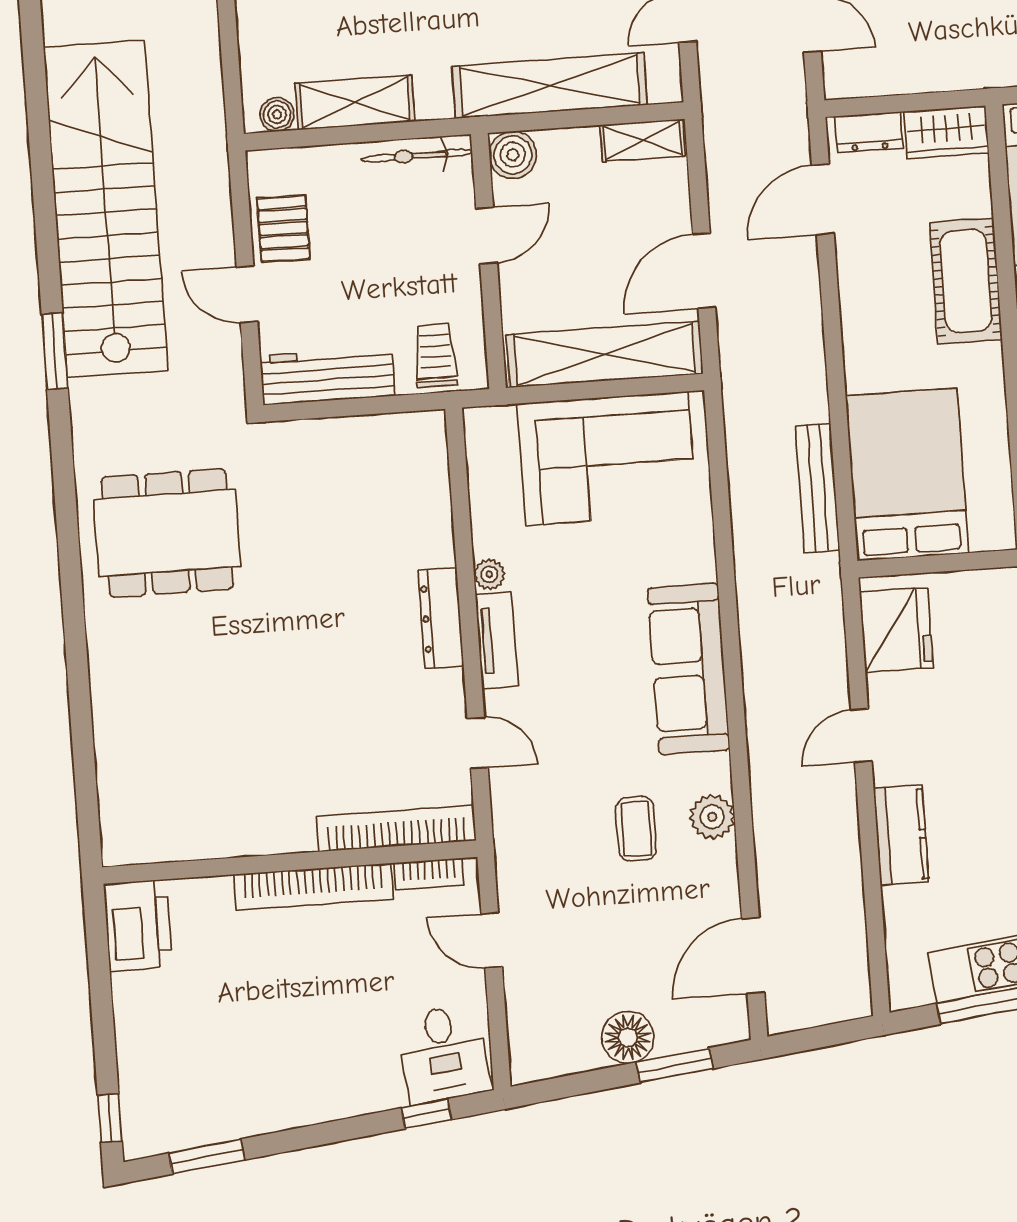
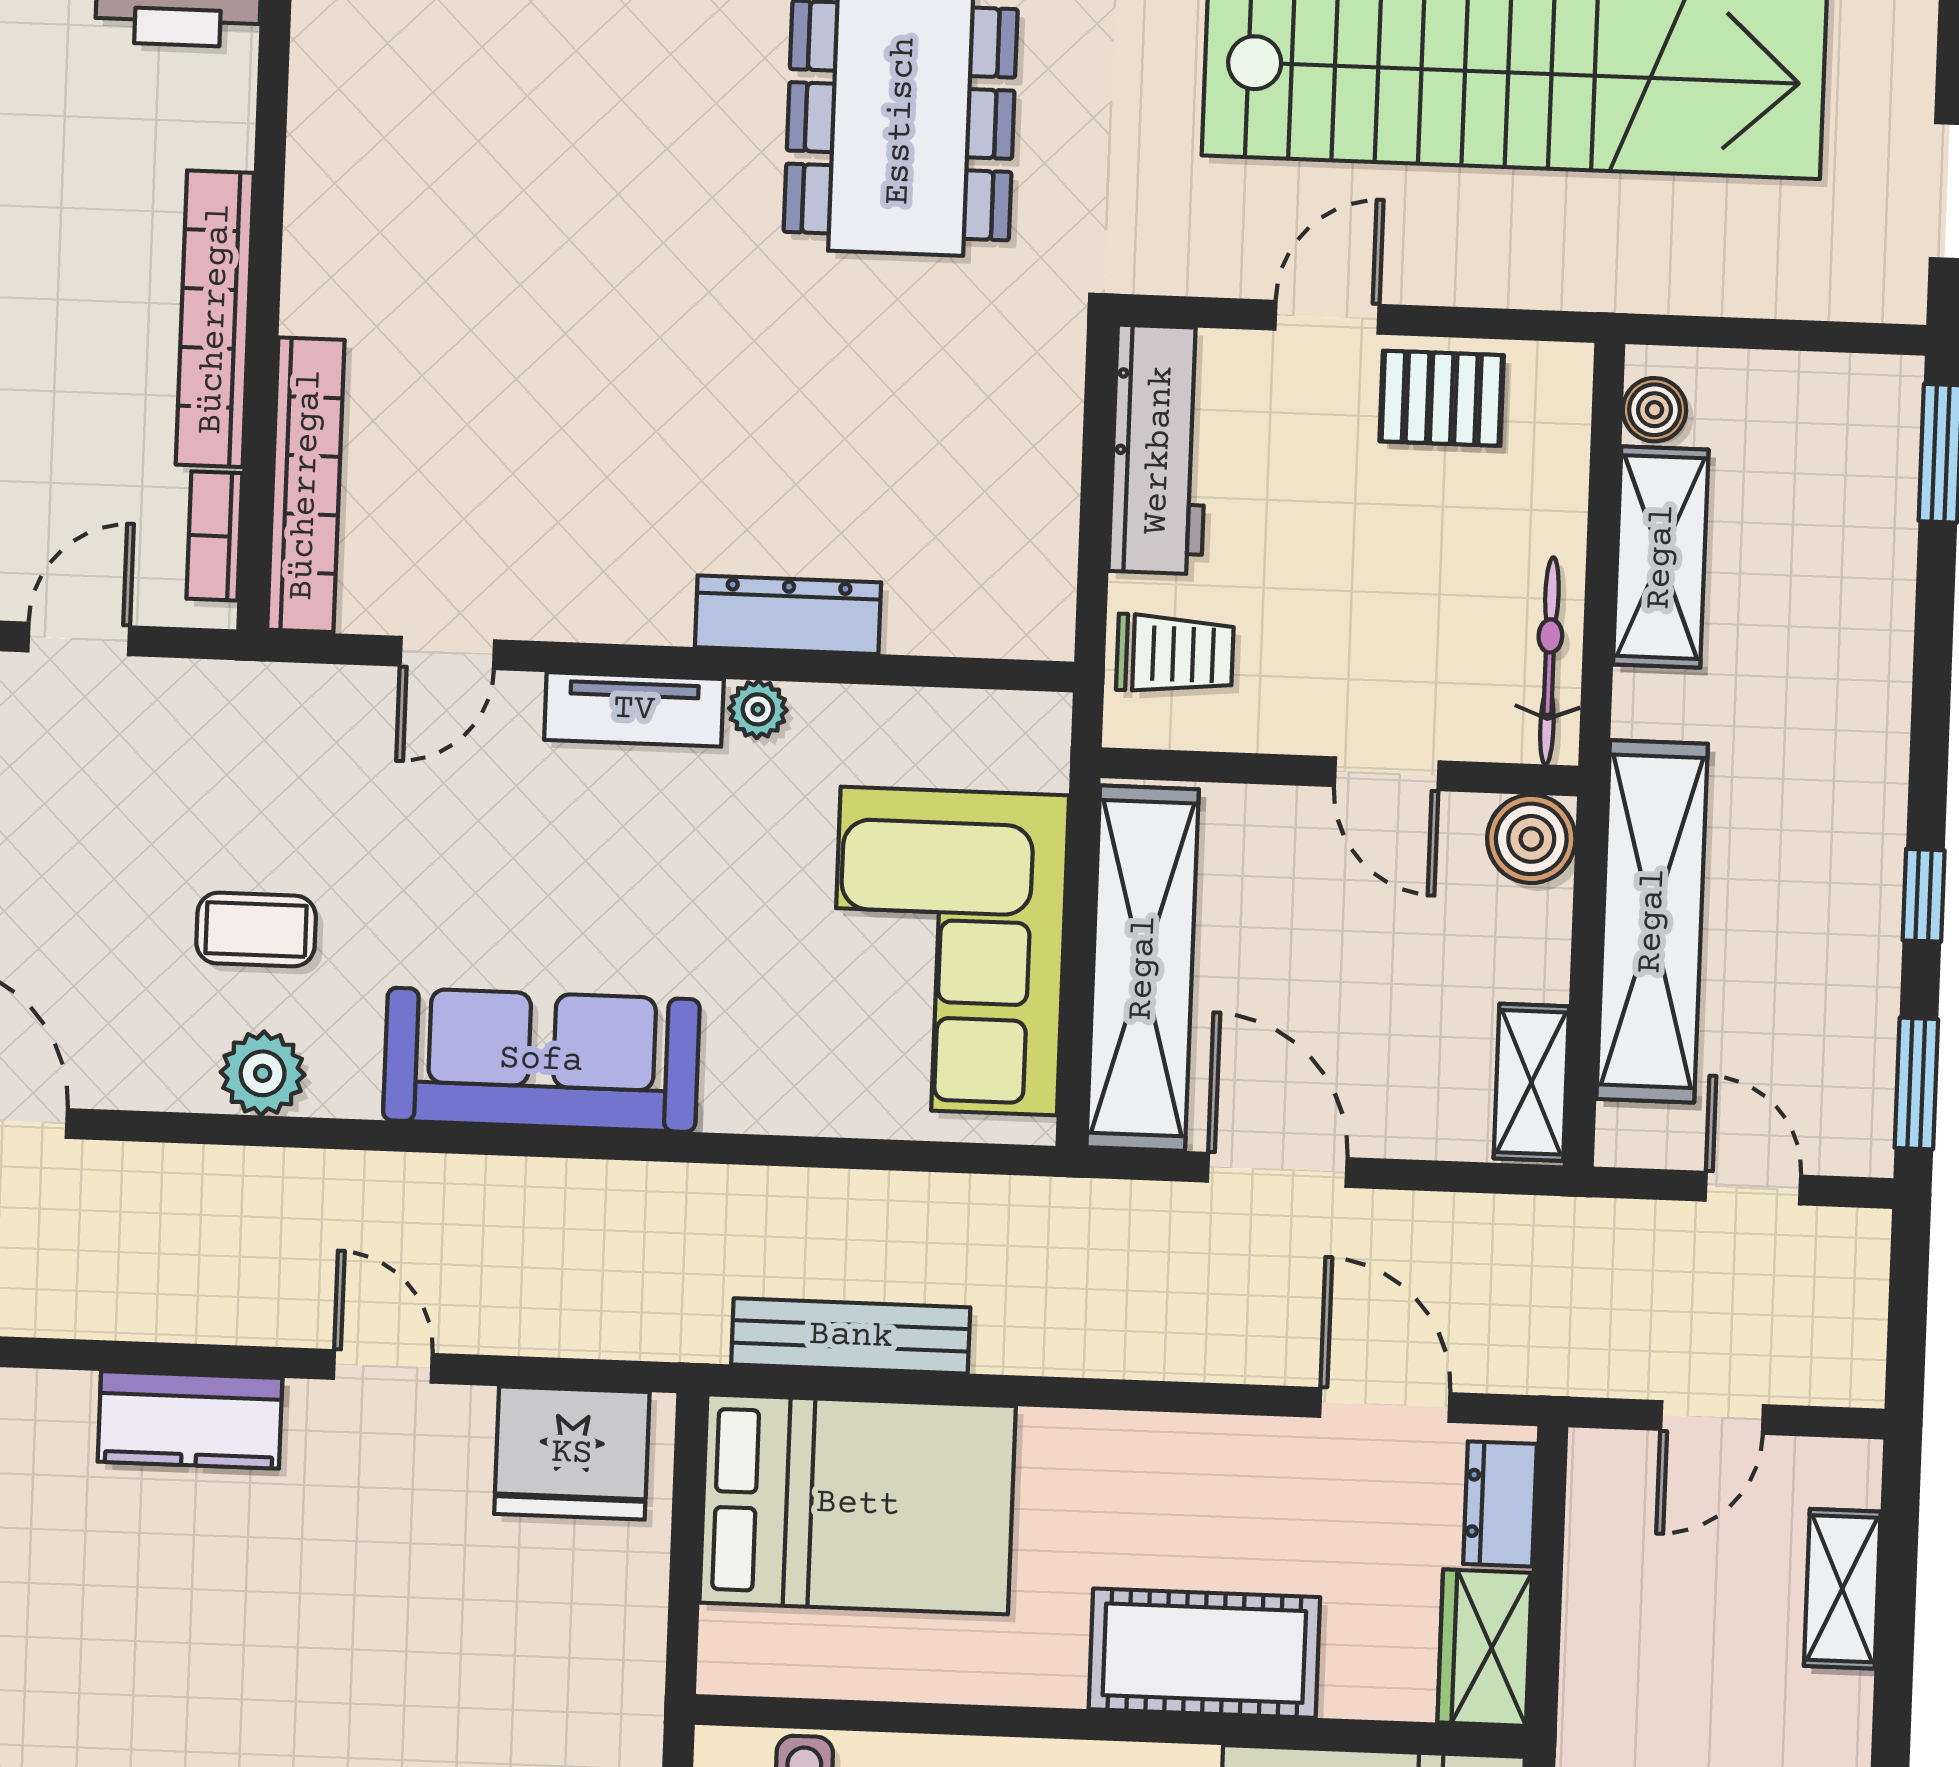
dresser: (441, 618) -> (788, 615), moved

